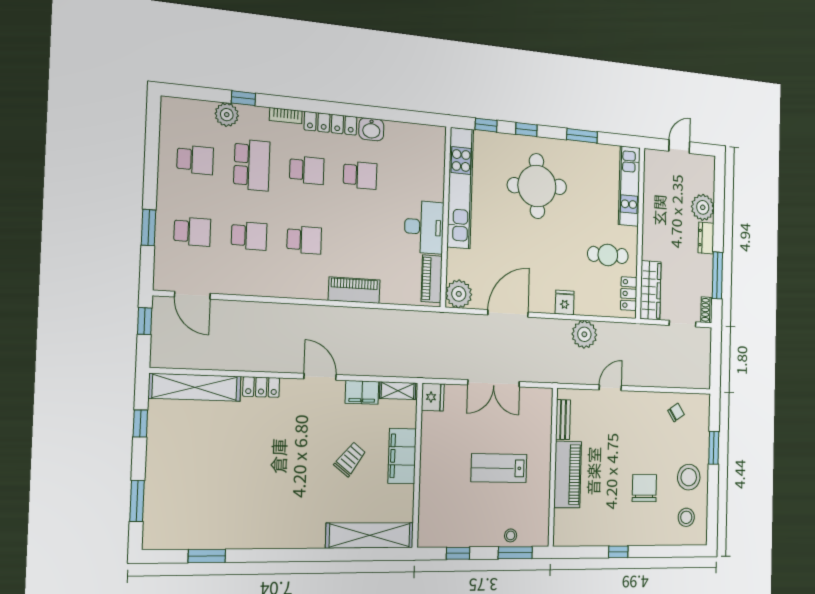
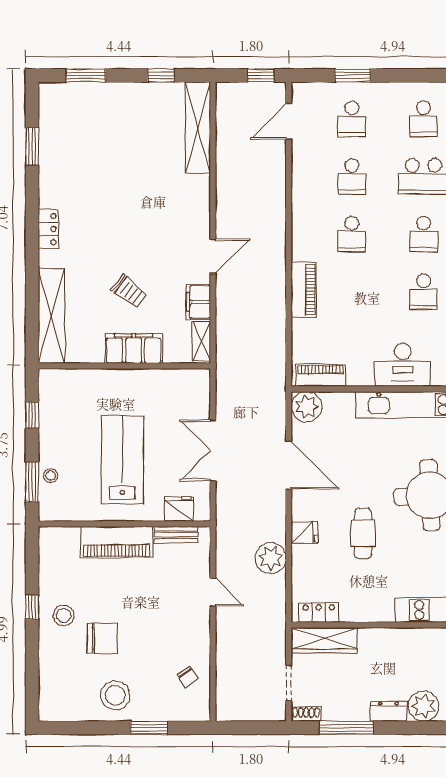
desk: (424, 227) -> (403, 365), moved
cafe table: (608, 255) -> (363, 533), moved
locker: (261, 387) -> (48, 229), moved, turned 180
fridge: (433, 397) -> (179, 509), moved, turned 180
lab bench: (499, 468) -> (122, 460), width x1.36, depth x1.39
stool: (686, 517) -> (64, 616), moved

